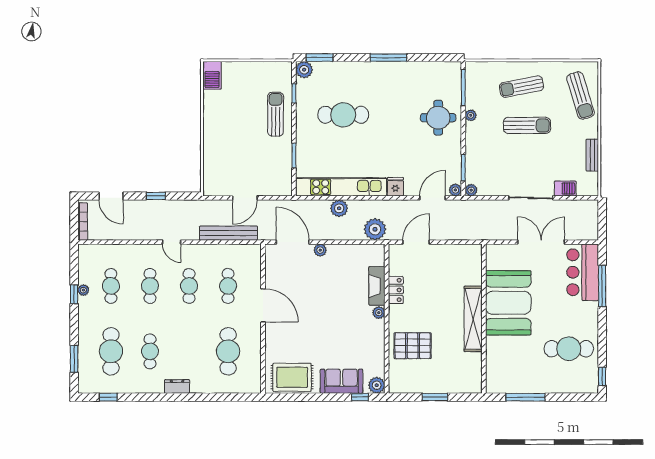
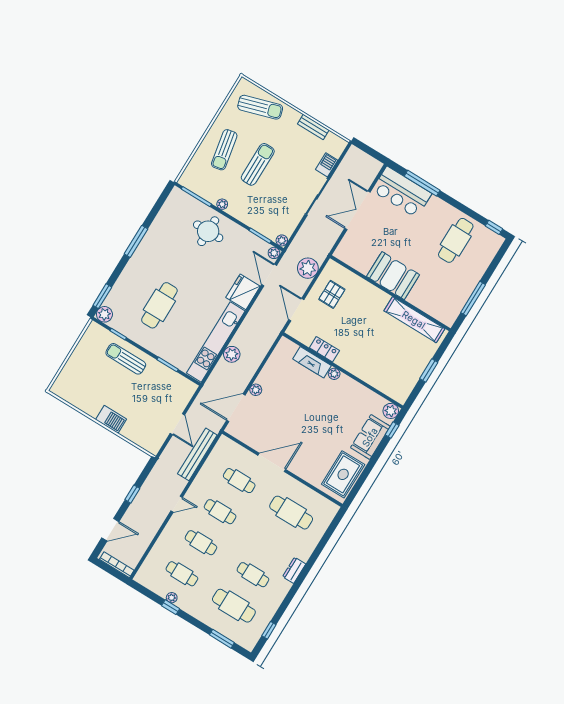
barbecue: (212, 75) -> (111, 419), moved
fridge: (395, 187) -> (243, 292), width x1.88, depth x1.34
plant: (375, 229) -> (308, 268), moved
booth: (508, 303) -> (393, 276), width x0.73, depth x0.70
shelving: (473, 319) -> (414, 320), moved
pallet: (413, 346) -> (332, 294), moved, width x0.67, depth x0.71

